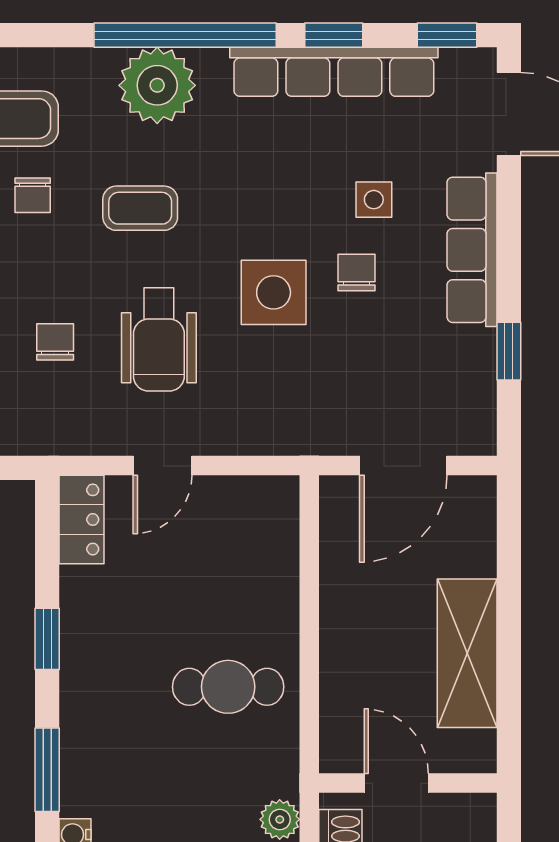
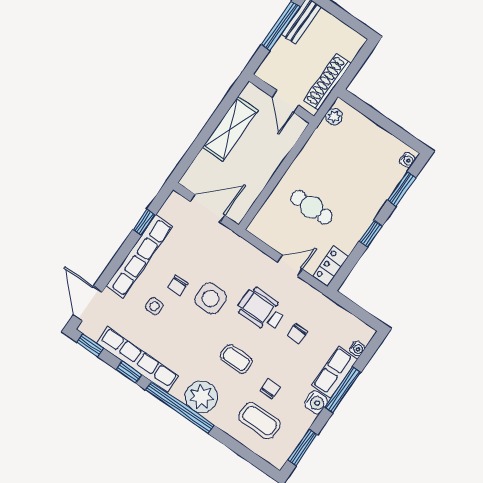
row of seats: (472, 250) -> (139, 256), width x1.36
wheelchair: (159, 339) -> (261, 310), turned -90
cafe table: (228, 687) -> (312, 207), moved

